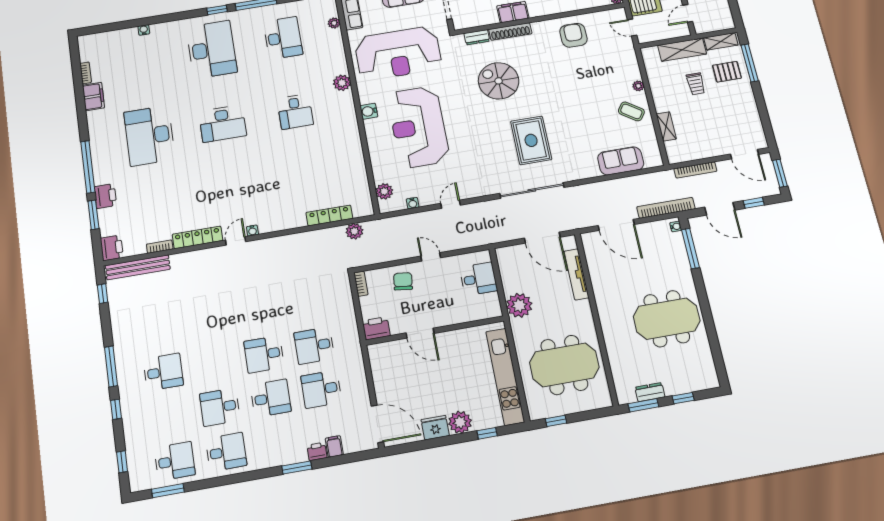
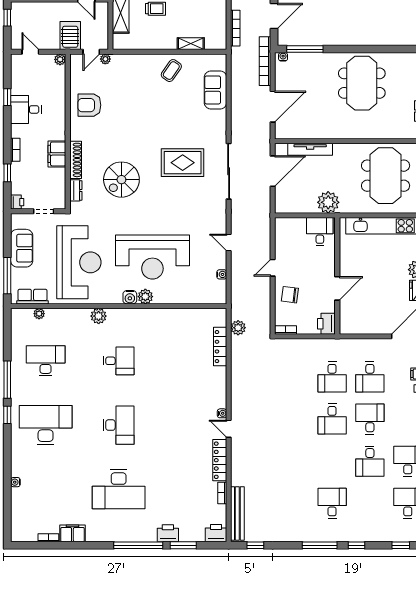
plant: (638, 86) -> (105, 59), moved
plant: (384, 191) -> (145, 297), moved
desk: (478, 279) -> (320, 232), moved

